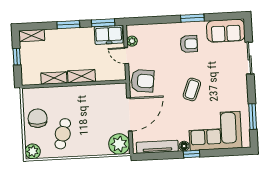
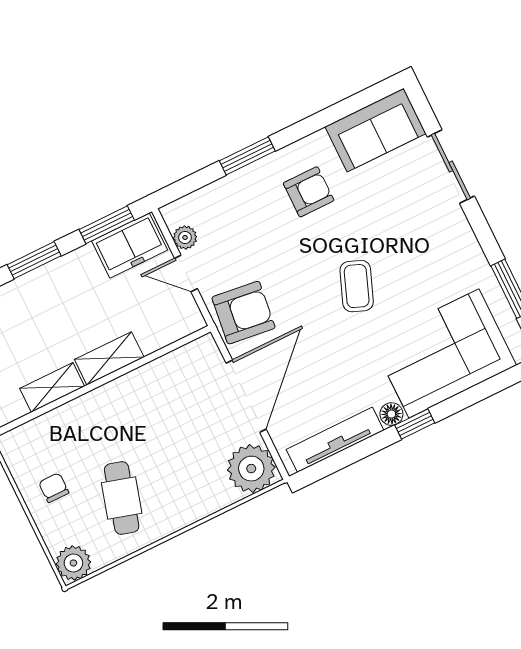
window: (192, 18) -> (247, 156), moved
chair: (38, 118) -> (54, 488), width x0.54, depth x0.54

